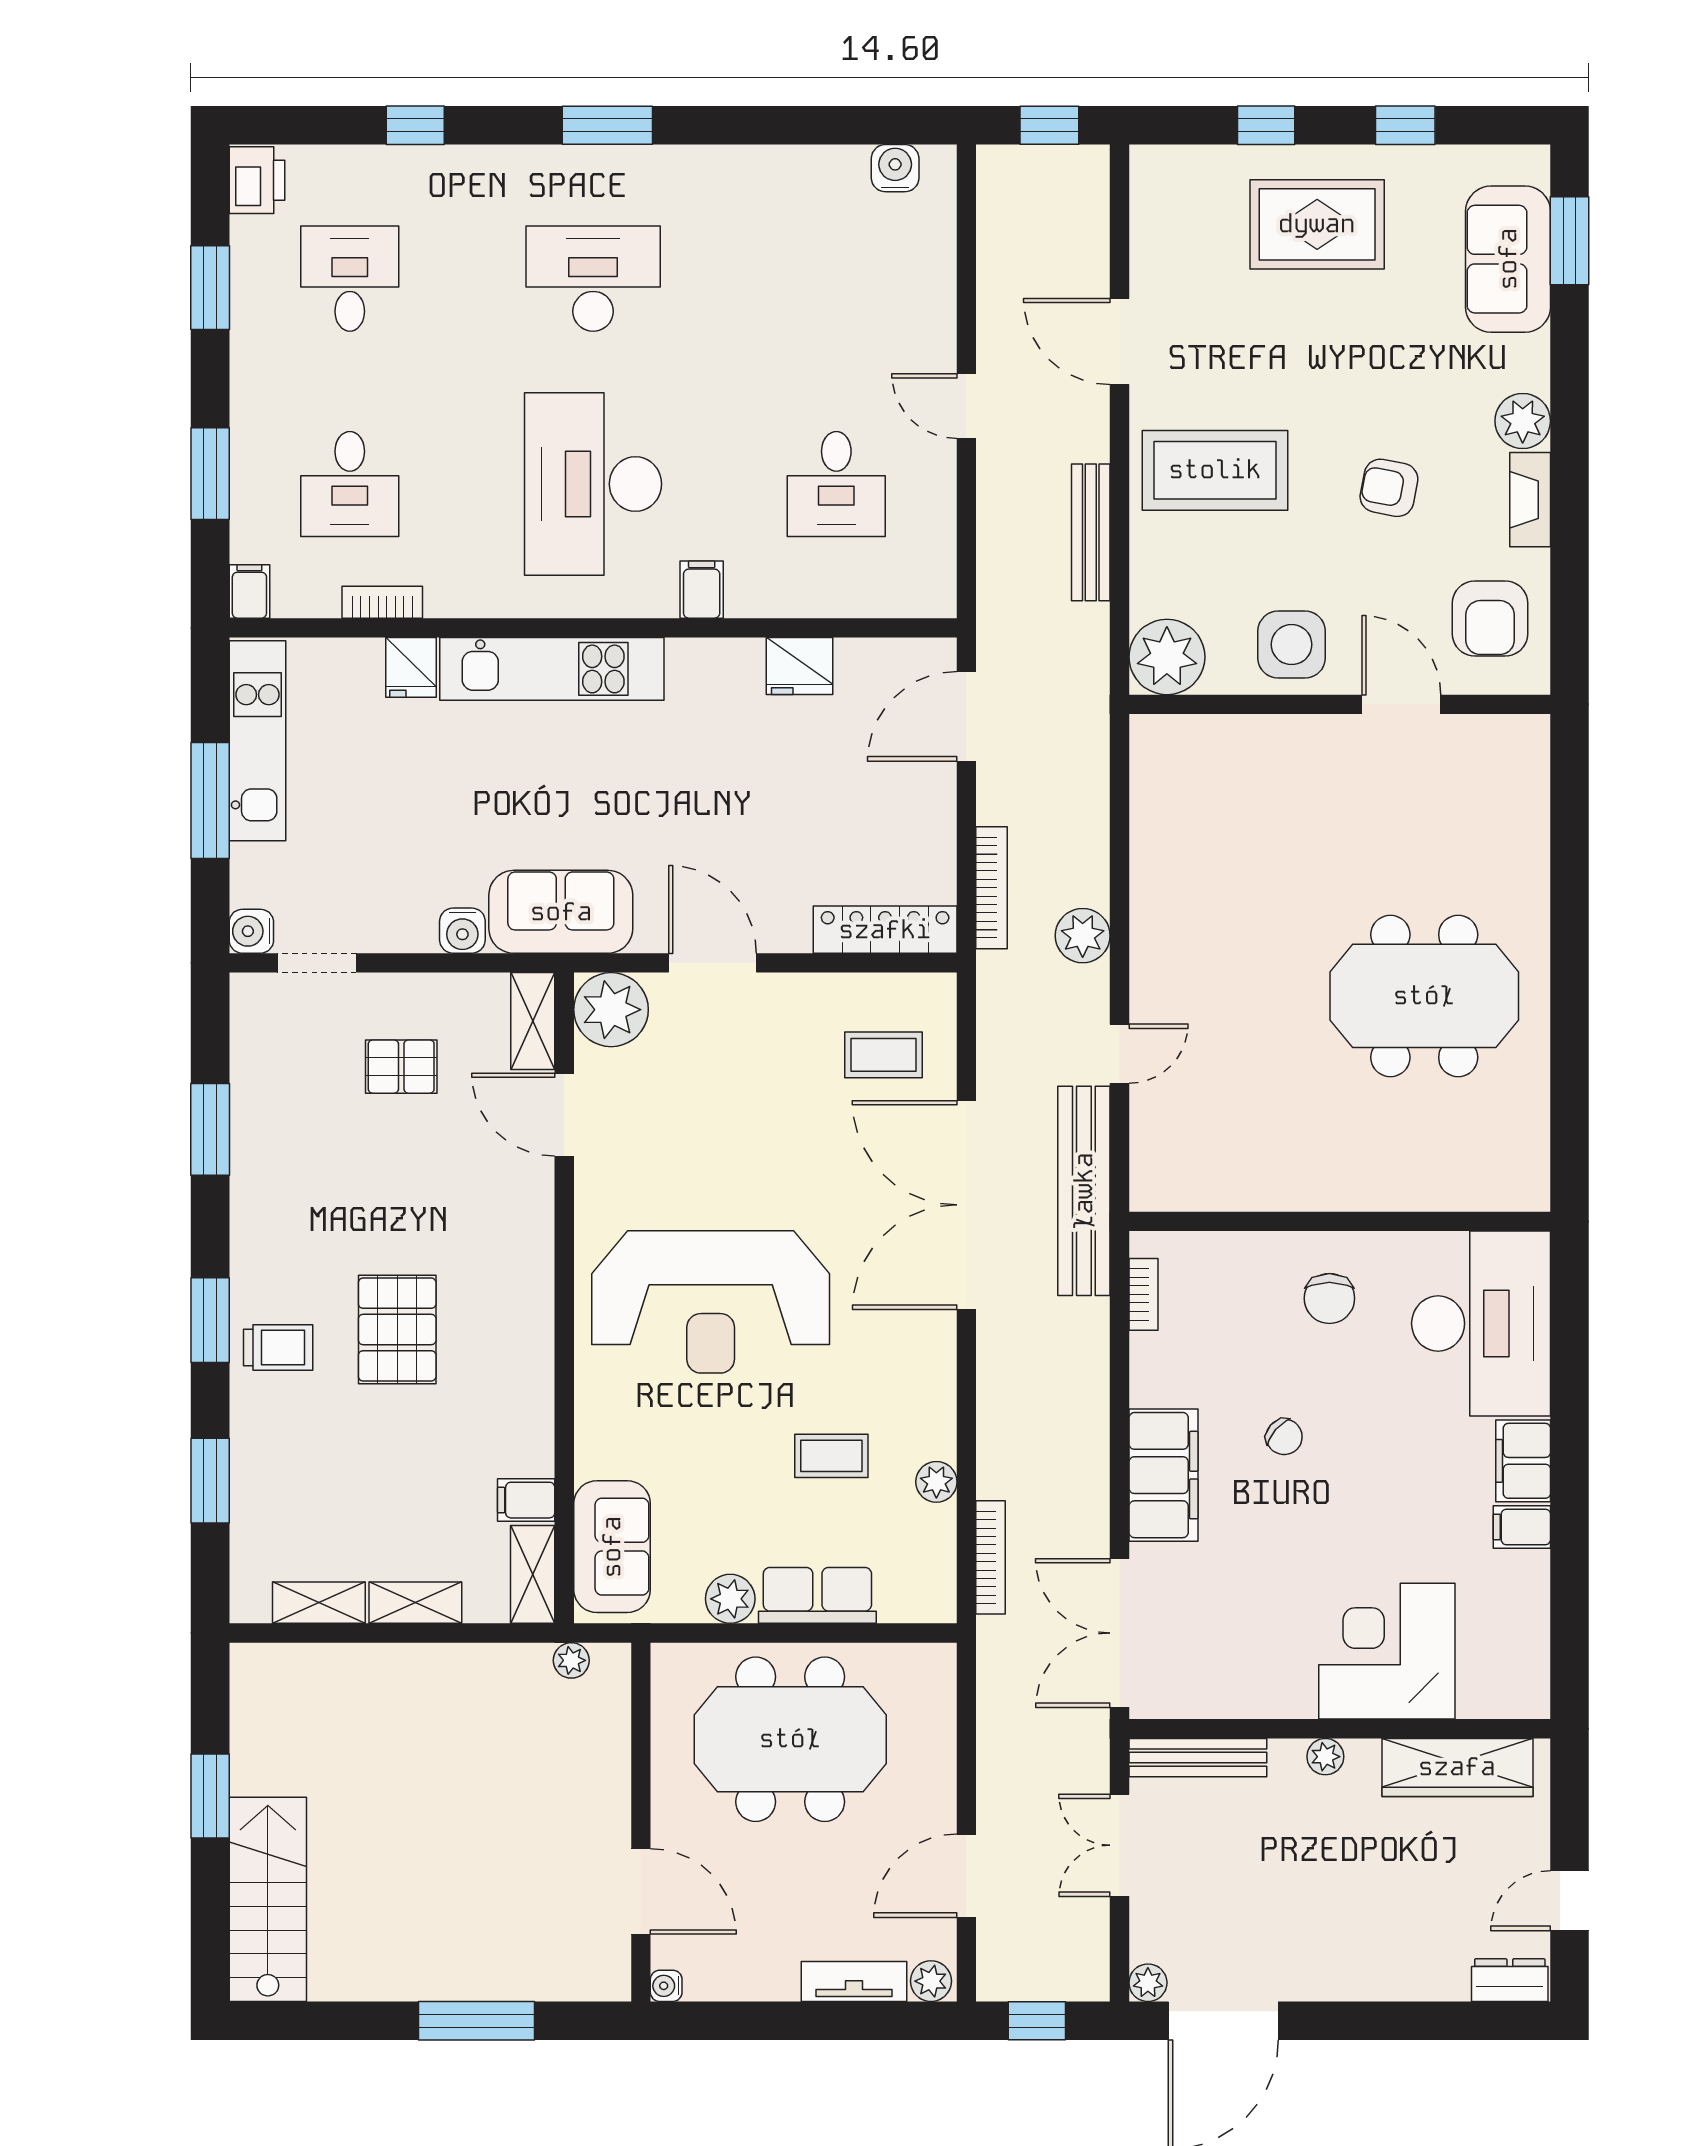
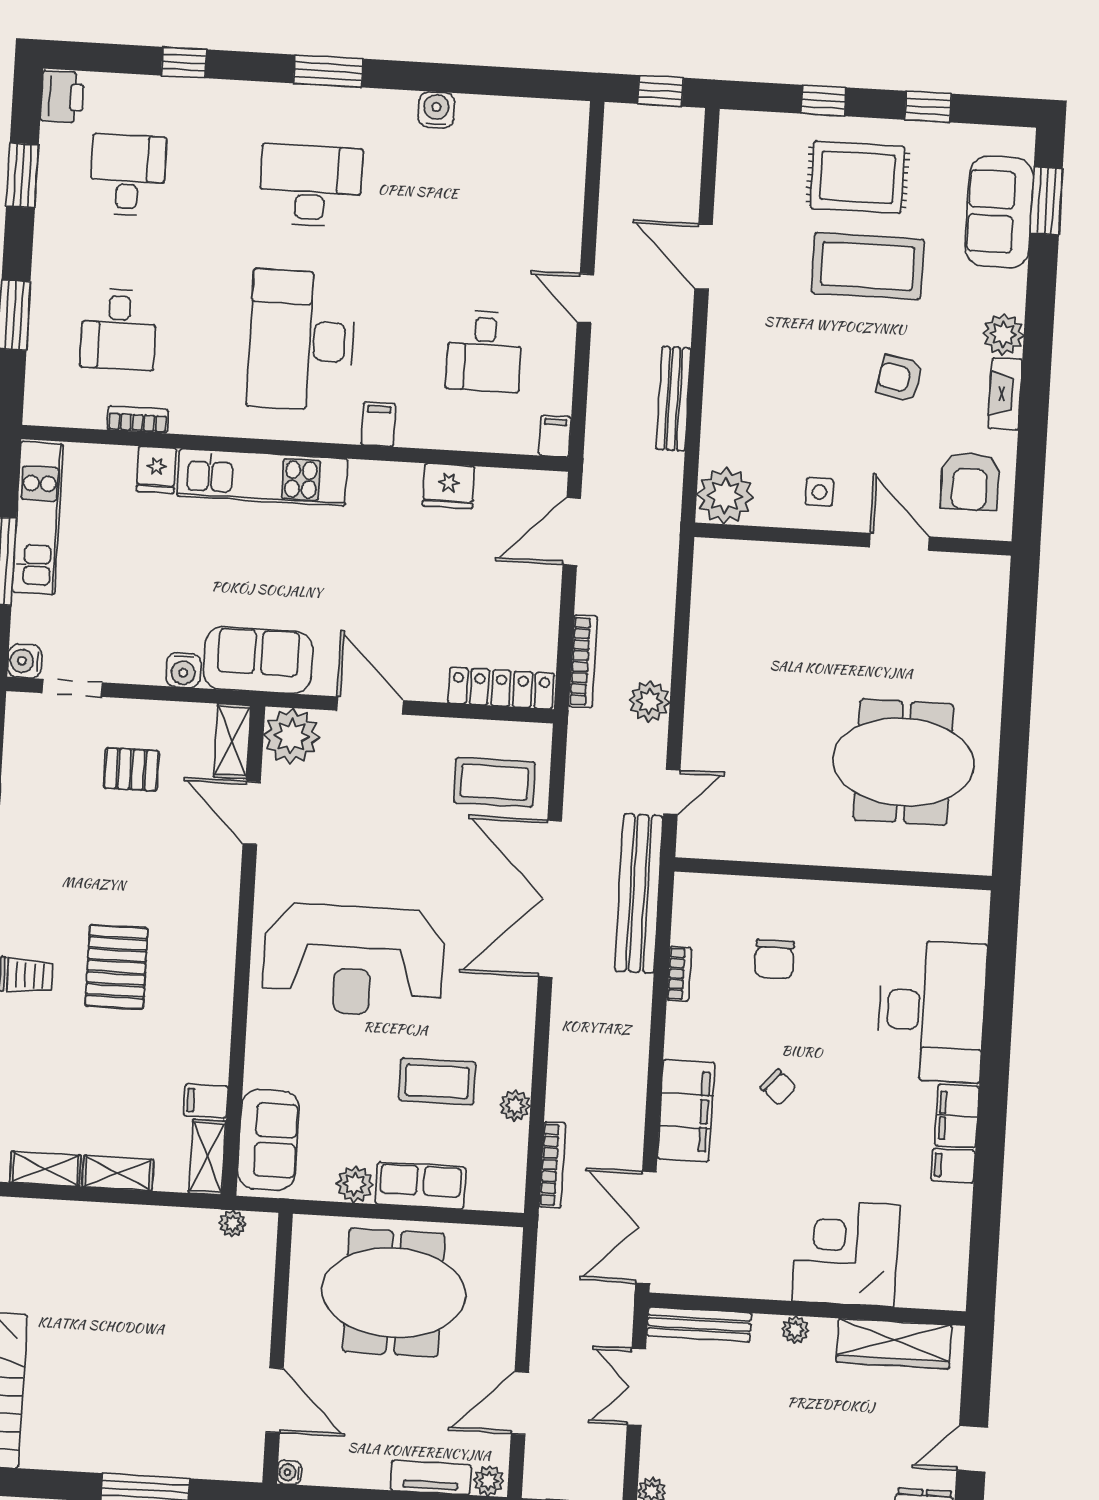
water cooler: (895, 168) -> (436, 110), moved
coffee table: (1215, 470) -> (868, 266), moved
filing cabinet: (249, 591) -> (555, 436), moved
side table: (1292, 645) -> (819, 492), width x0.54, depth x0.54
coffee table: (884, 1055) -> (494, 782), width x1.36, depth x1.30
wall: (1340, 1221) -> (833, 874), moved
chair: (1329, 1298) -> (774, 959), moved
coffee table: (831, 1456) -> (437, 1081), width x1.36, depth x1.30

